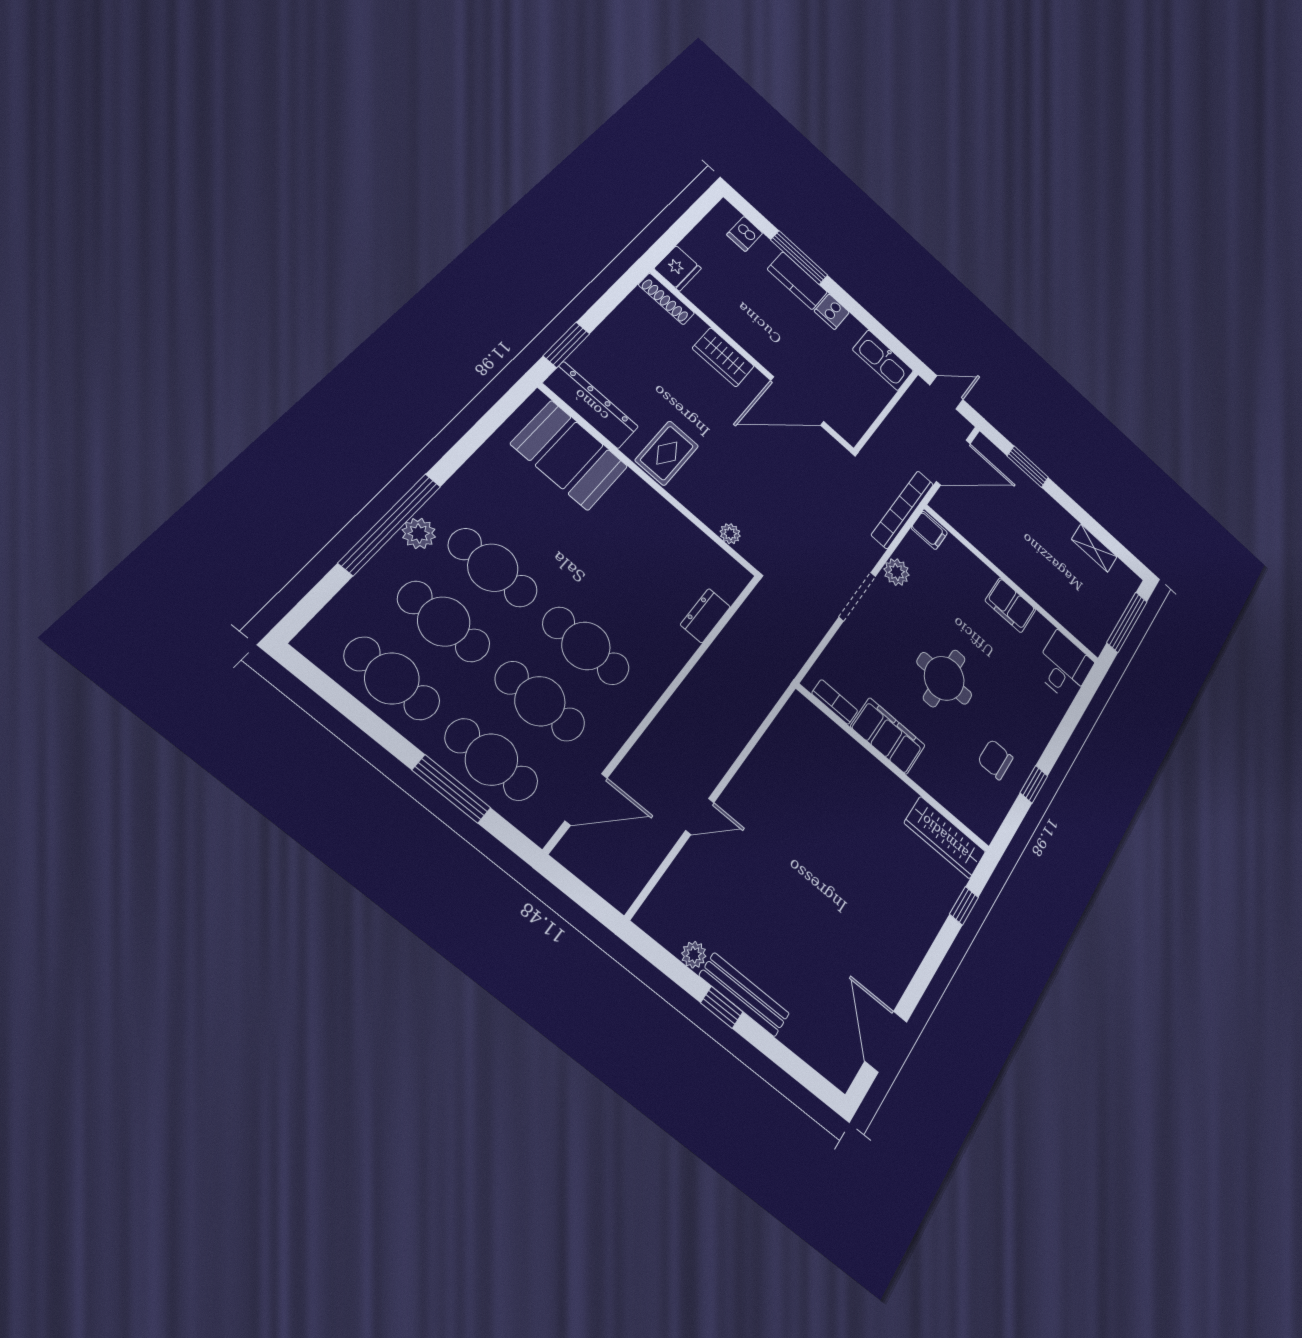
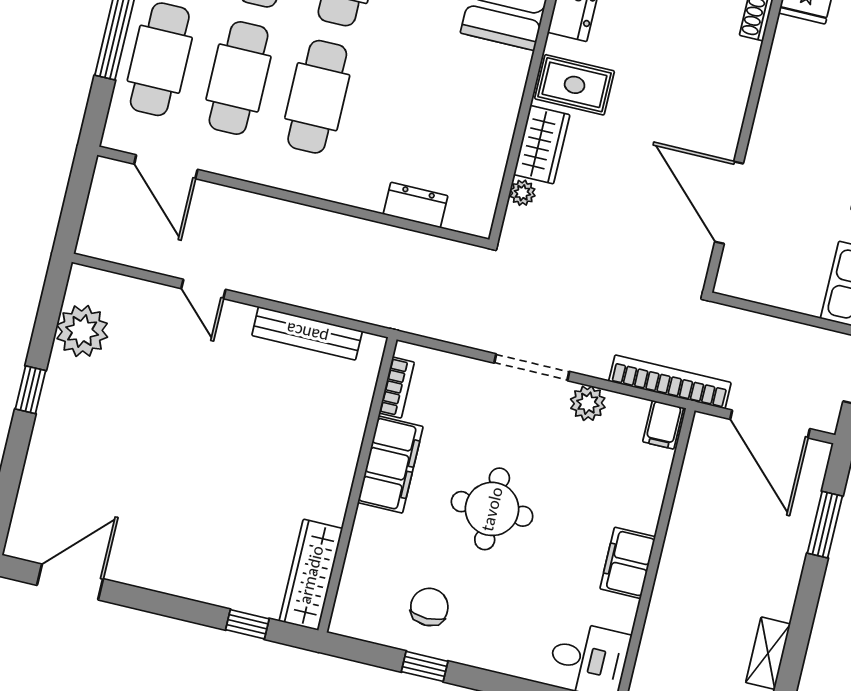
wardrobe: (723, 357) -> (542, 145), moved, turned 180
plant: (694, 955) -> (82, 331), width x1.87, depth x1.87
bench: (744, 995) -> (307, 333), moved, turned 90

